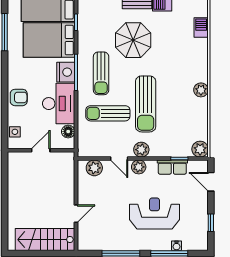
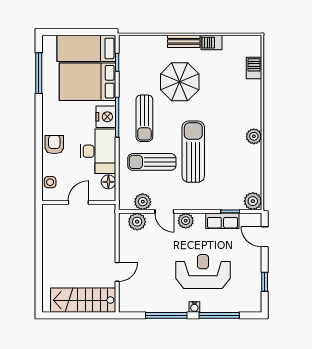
armchair: (19, 97) -> (54, 145), turned -90
sun lounger: (146, 104) -> (193, 152), turned 180
plant: (141, 150) -> (143, 202), moved
water cooler: (176, 246) -> (194, 307), moved

